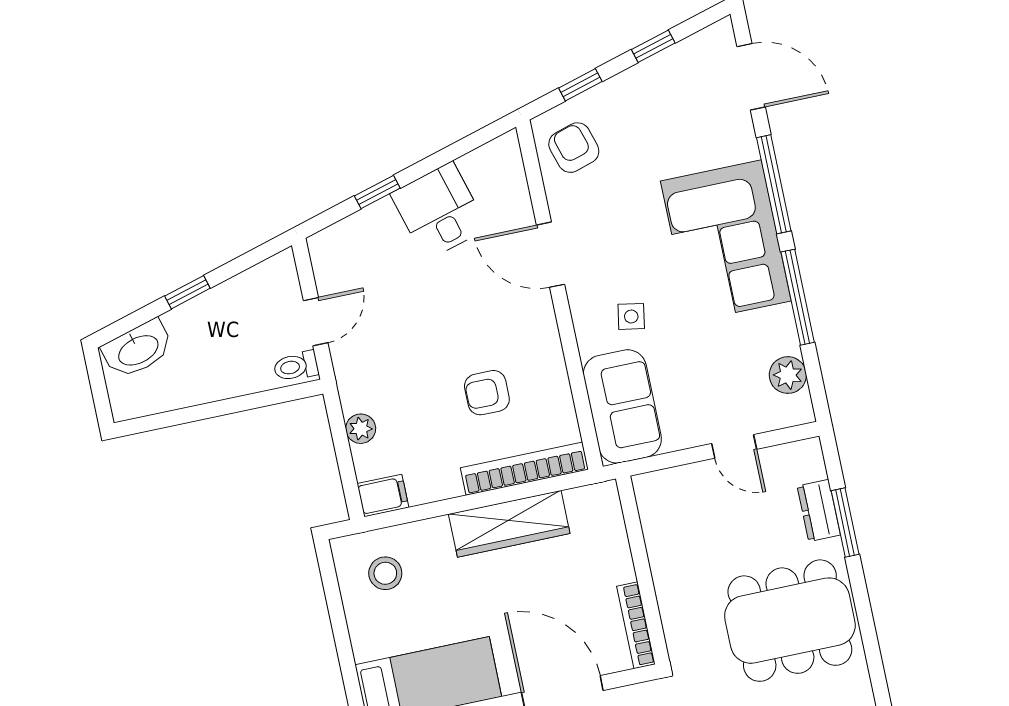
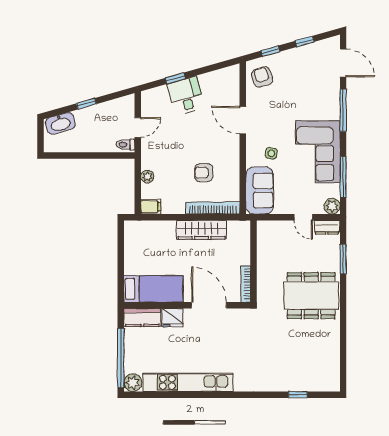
desk: (439, 211) -> (186, 96), moved
corner sofa: (726, 241) -> (318, 152), moved
window: (798, 297) -> (343, 177), moved
plant: (788, 375) -> (332, 206), moved
dresser: (819, 510) -> (327, 227), moved, turned -90
stool: (385, 573) -> (145, 240), removed

